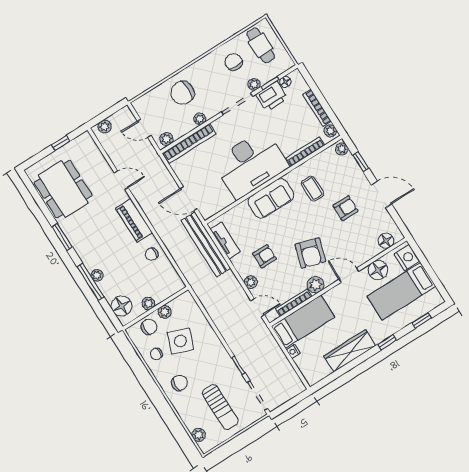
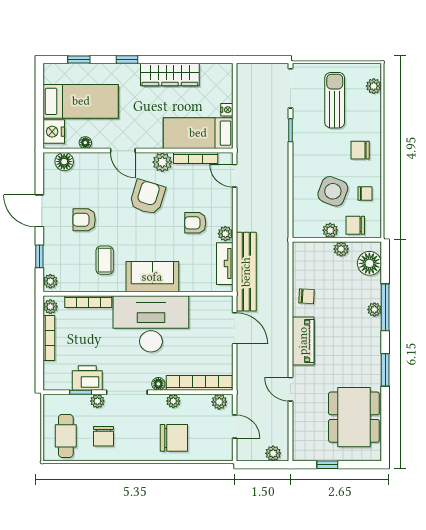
floor lamp: (285, 82) -> (158, 384), moved
floor lamp: (378, 270) -> (85, 143), width x0.53, depth x0.53
plant: (251, 282) -> (225, 234), moved

